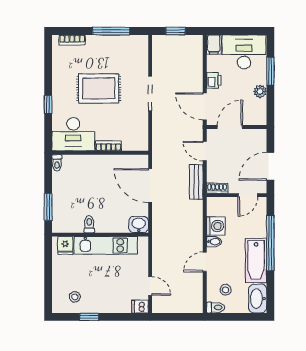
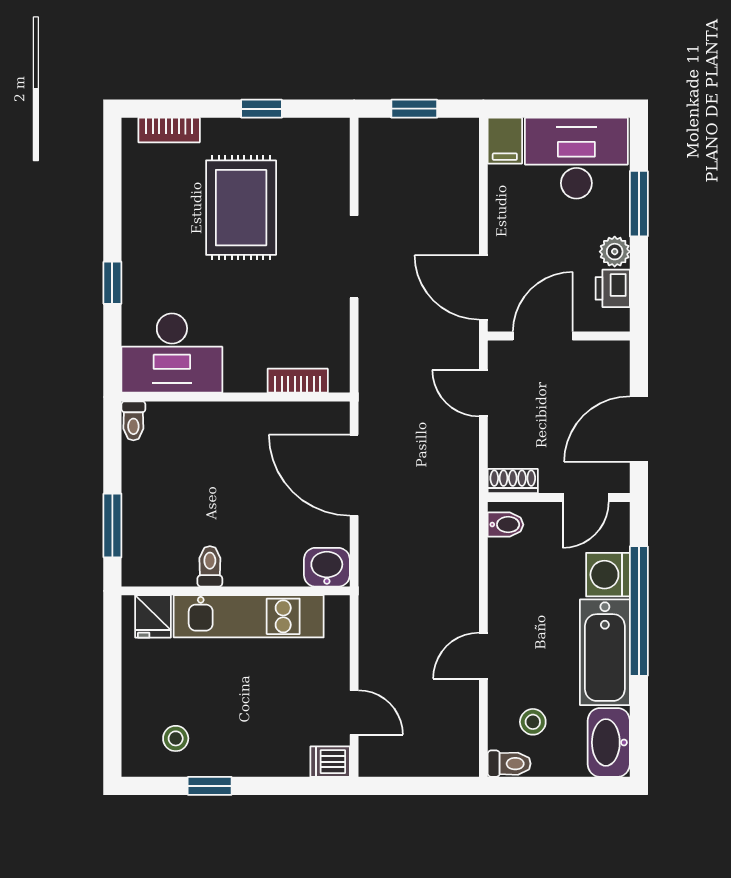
window: (111, 31) -> (262, 109), width x0.46
printer: (214, 80) -> (613, 288), moved, turned 180
rug: (99, 88) -> (241, 208), moved, turned 90
bookcase: (108, 146) -> (298, 381), moved
bench: (196, 182) -> (463, 466), removed
washing machine: (216, 226) -> (608, 575), moved, turned 180
bidet: (214, 242) -> (506, 525), moved

